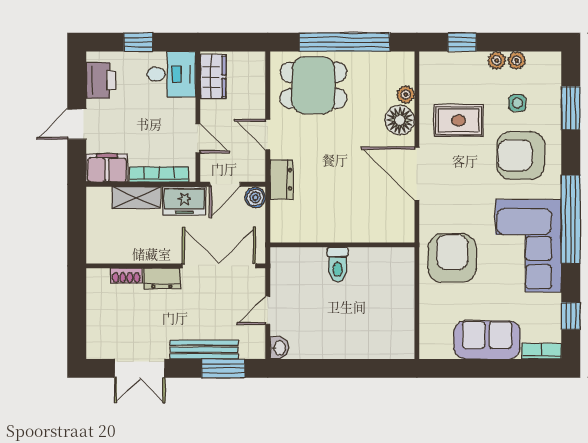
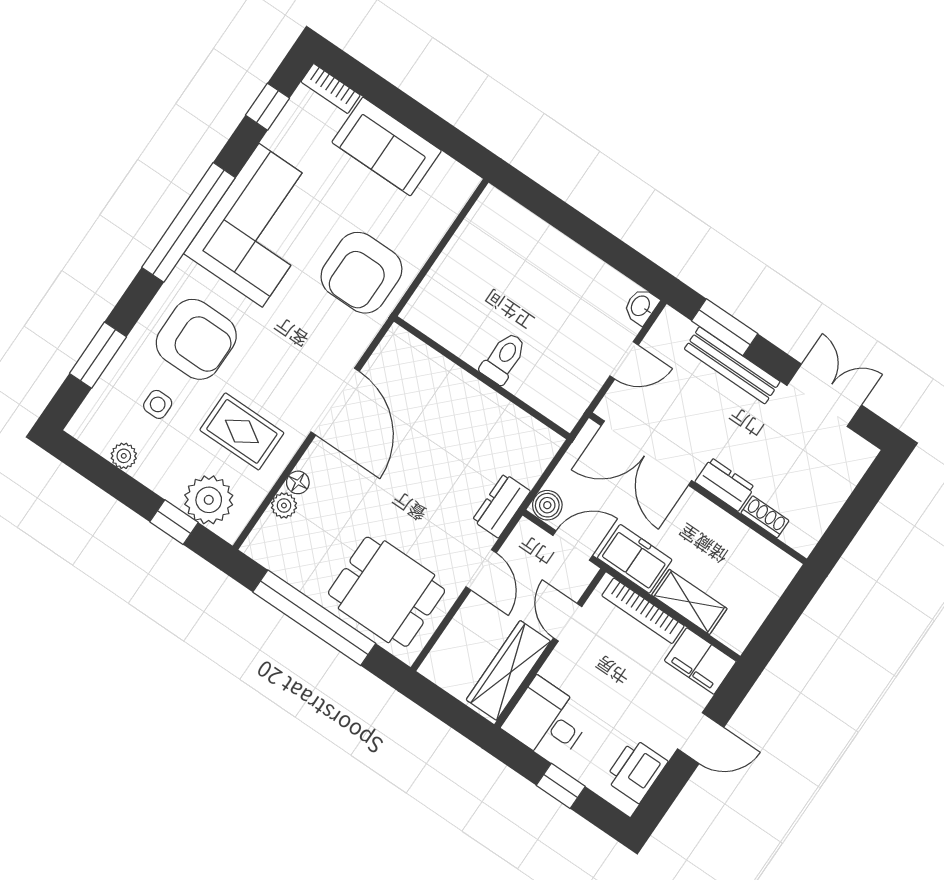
plant: (497, 61) -> (209, 500), moved, width x1.88, depth x1.88
wardrobe: (213, 77) -> (508, 670), width x1.50
floor lamp: (400, 120) -> (298, 482), width x0.53, depth x0.53

